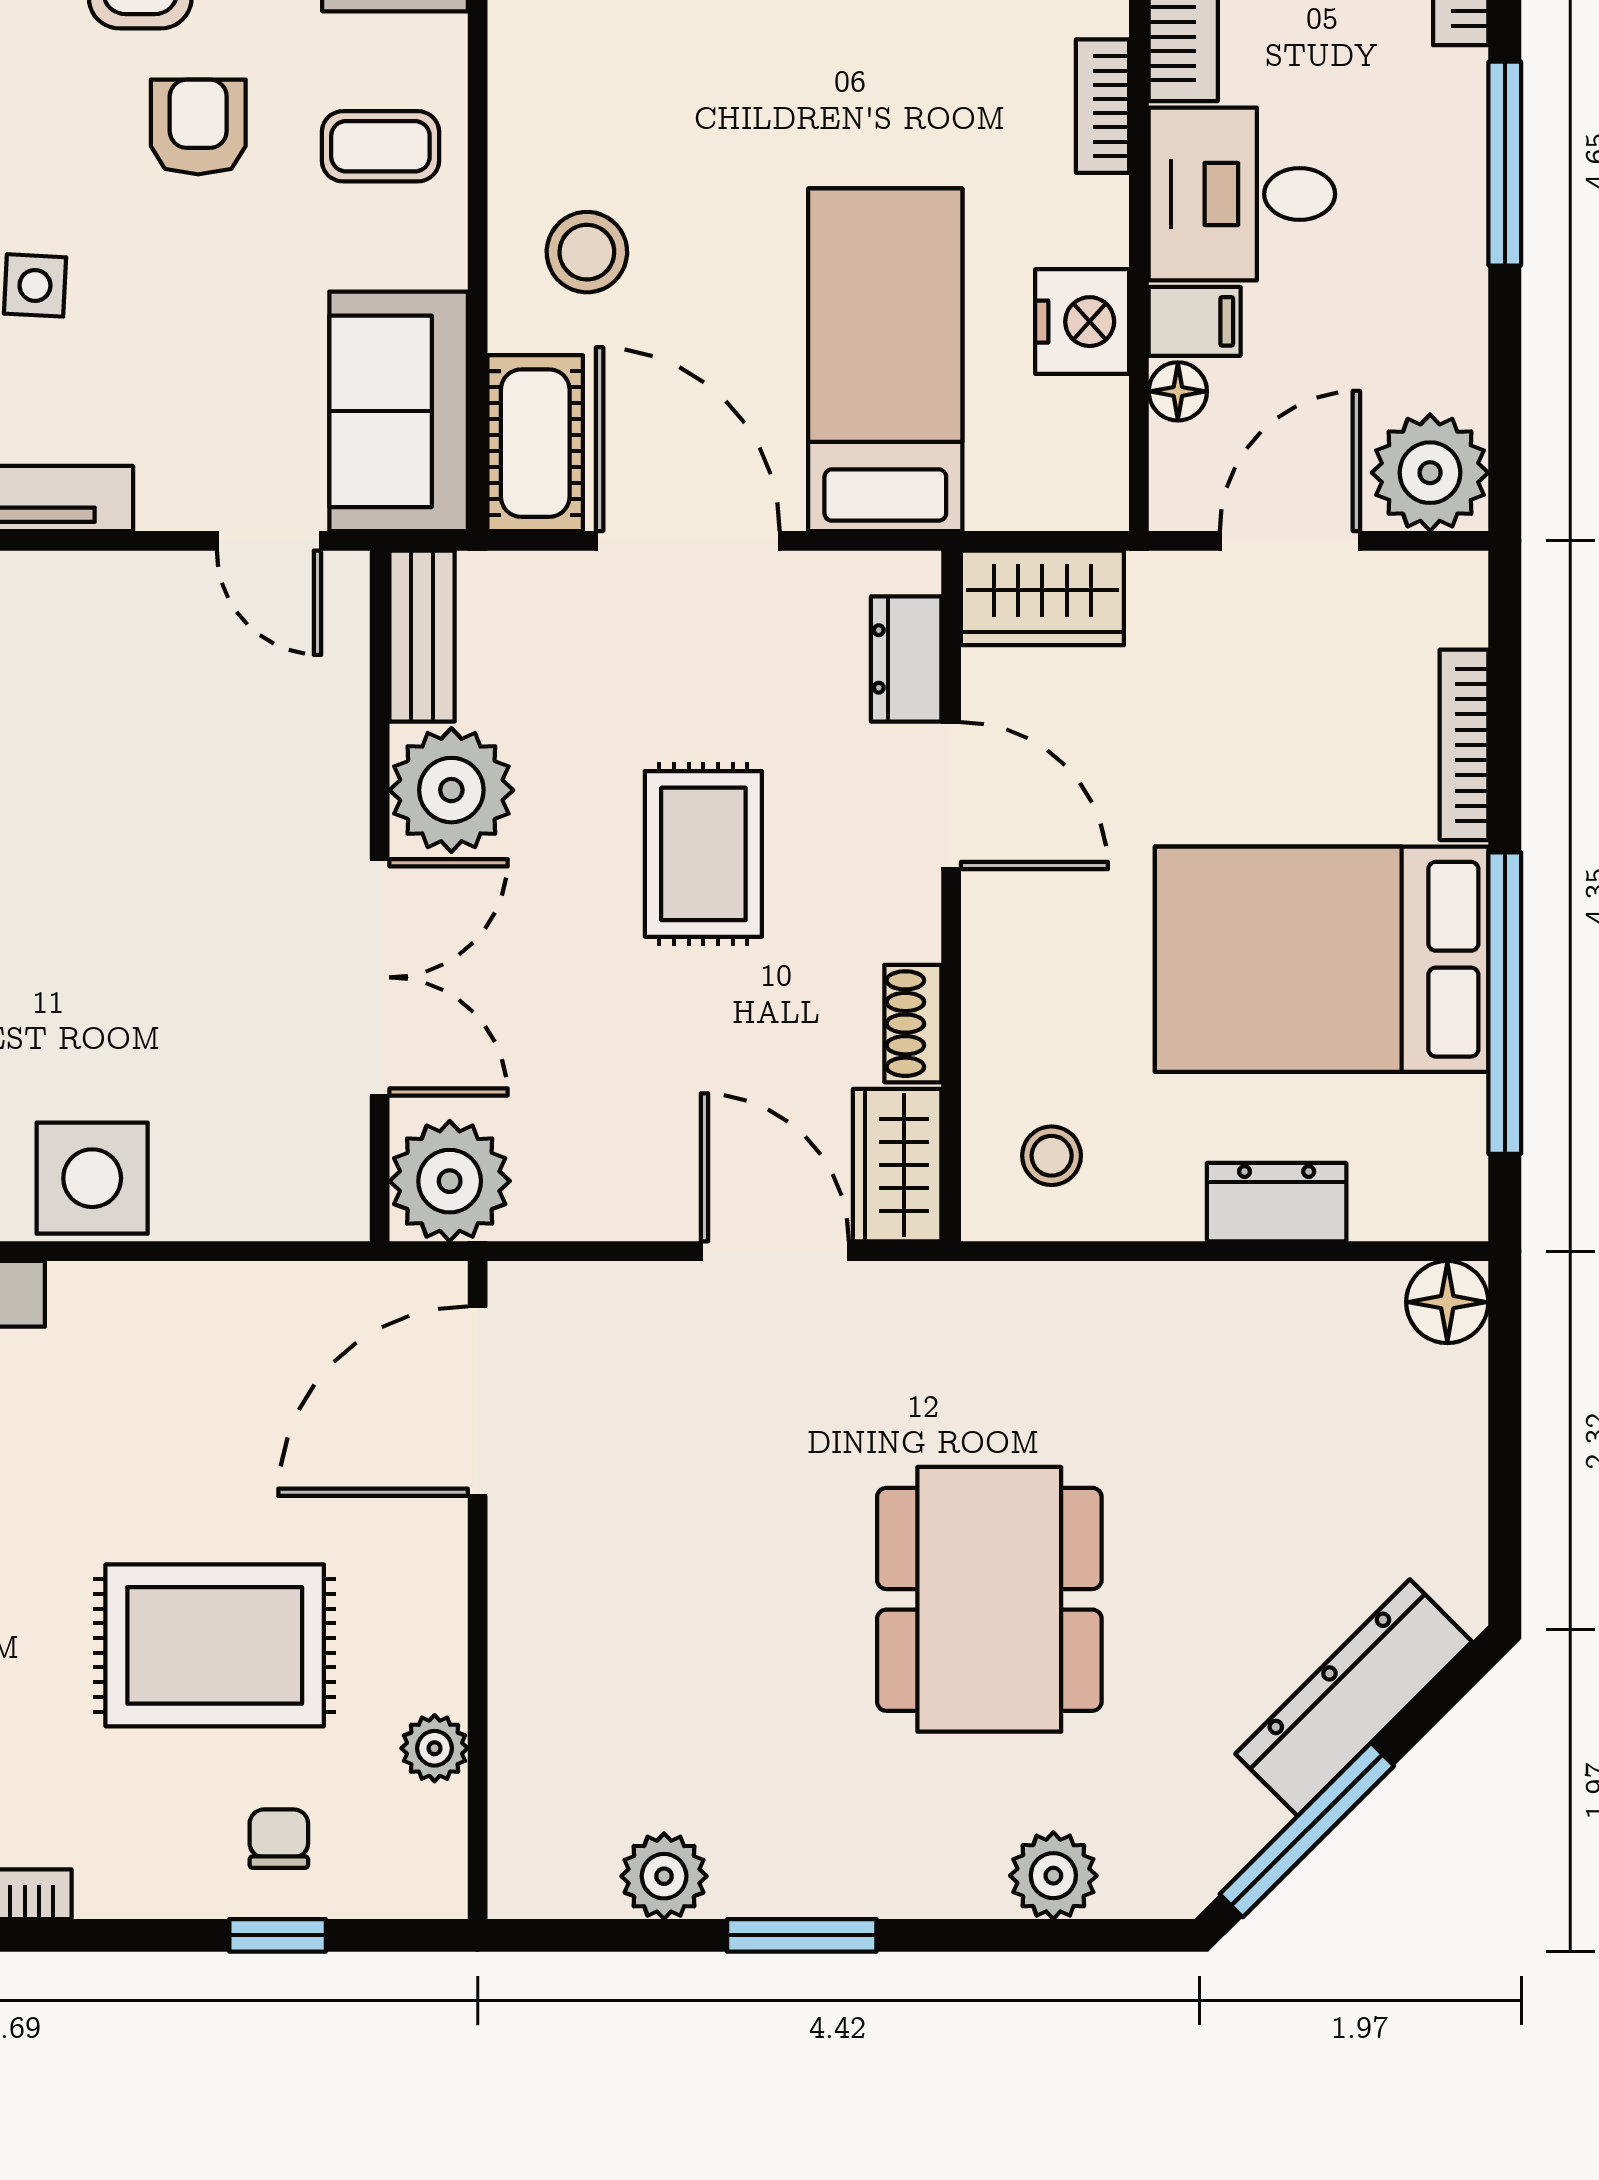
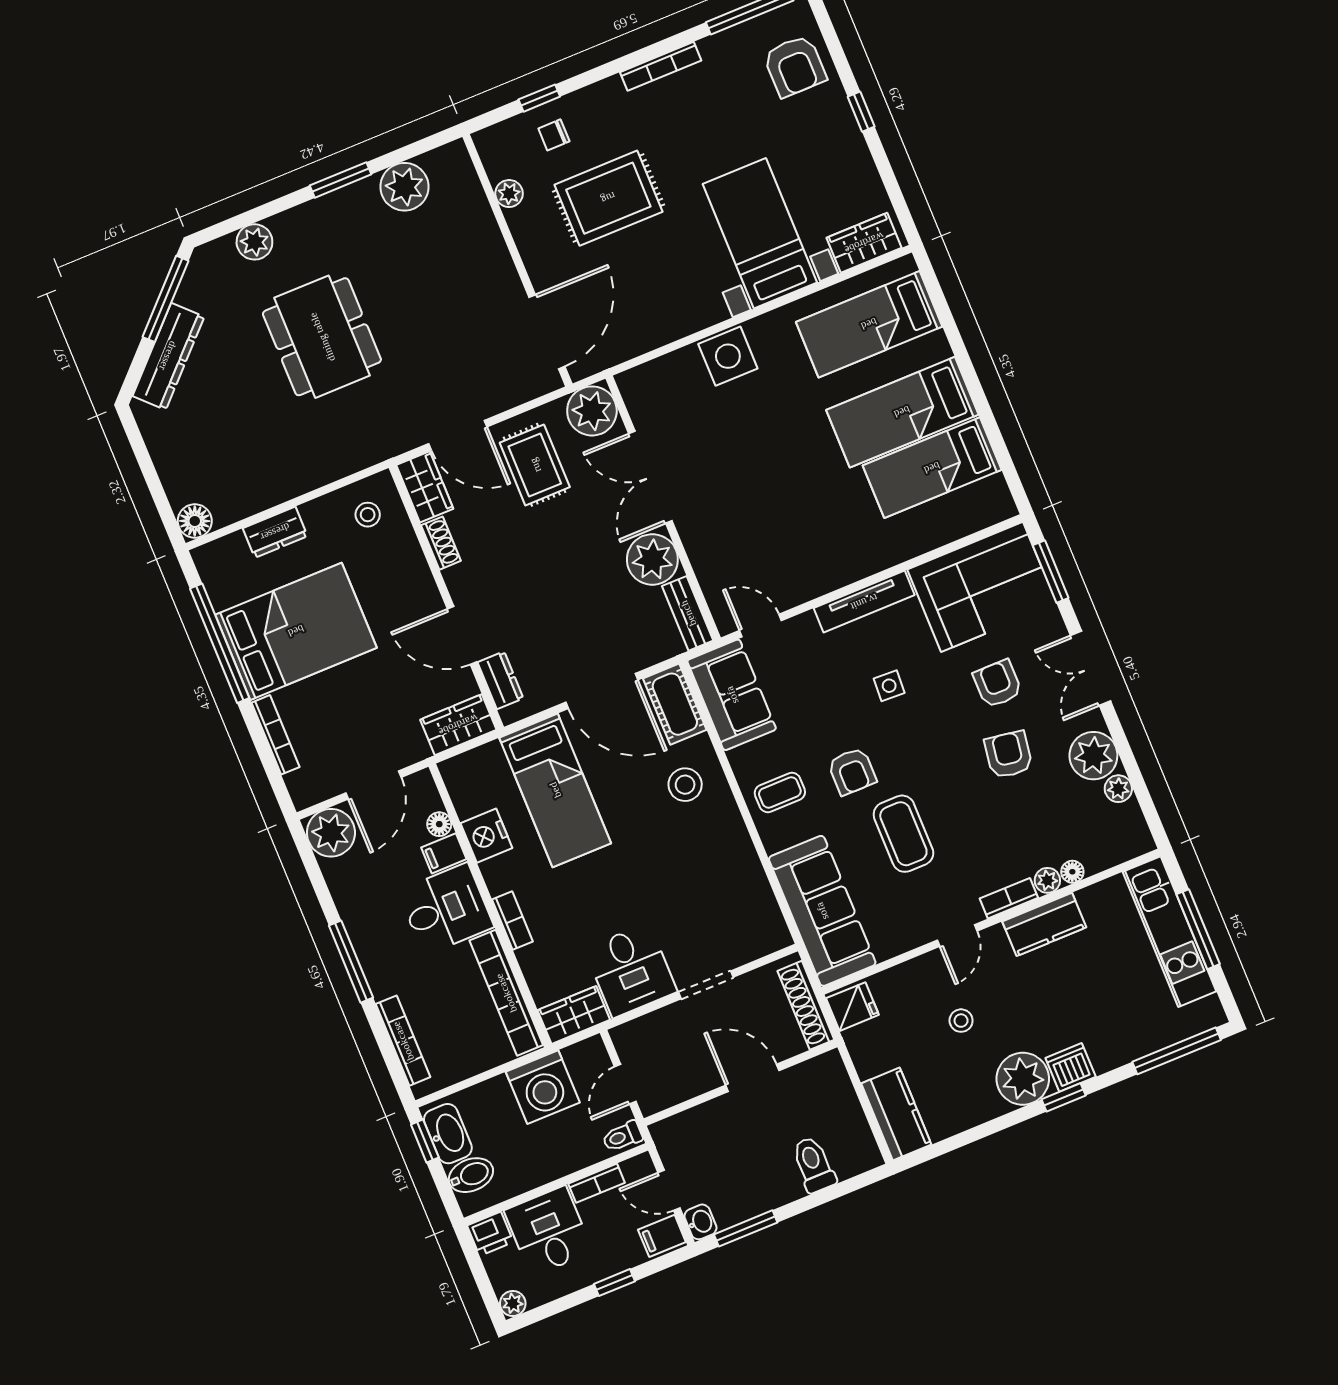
rug: (703, 854) -> (535, 465), moved
chair: (279, 1839) -> (554, 135), turned 90
plant: (664, 1876) -> (404, 187), width x1.36, depth x1.36

